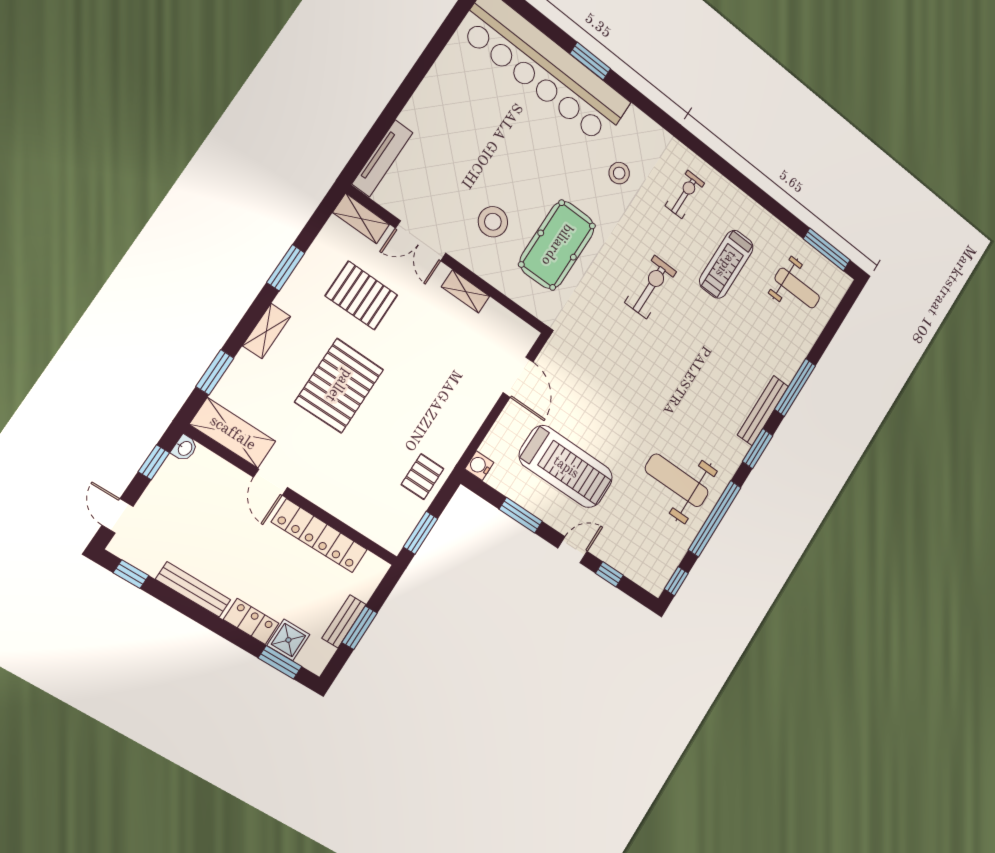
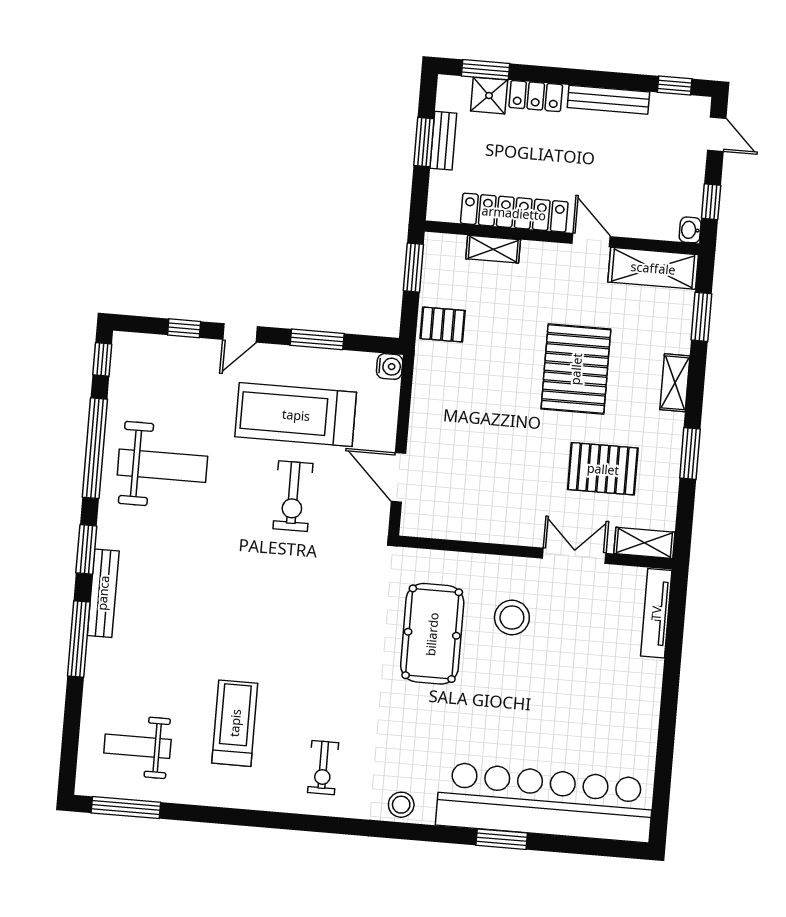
stool: (619, 173) -> (401, 805), moved
exercise bike: (651, 287) -> (293, 496), moved
shelving: (465, 291) -> (493, 249), moved
pallet: (423, 477) -> (443, 325), turned 90

